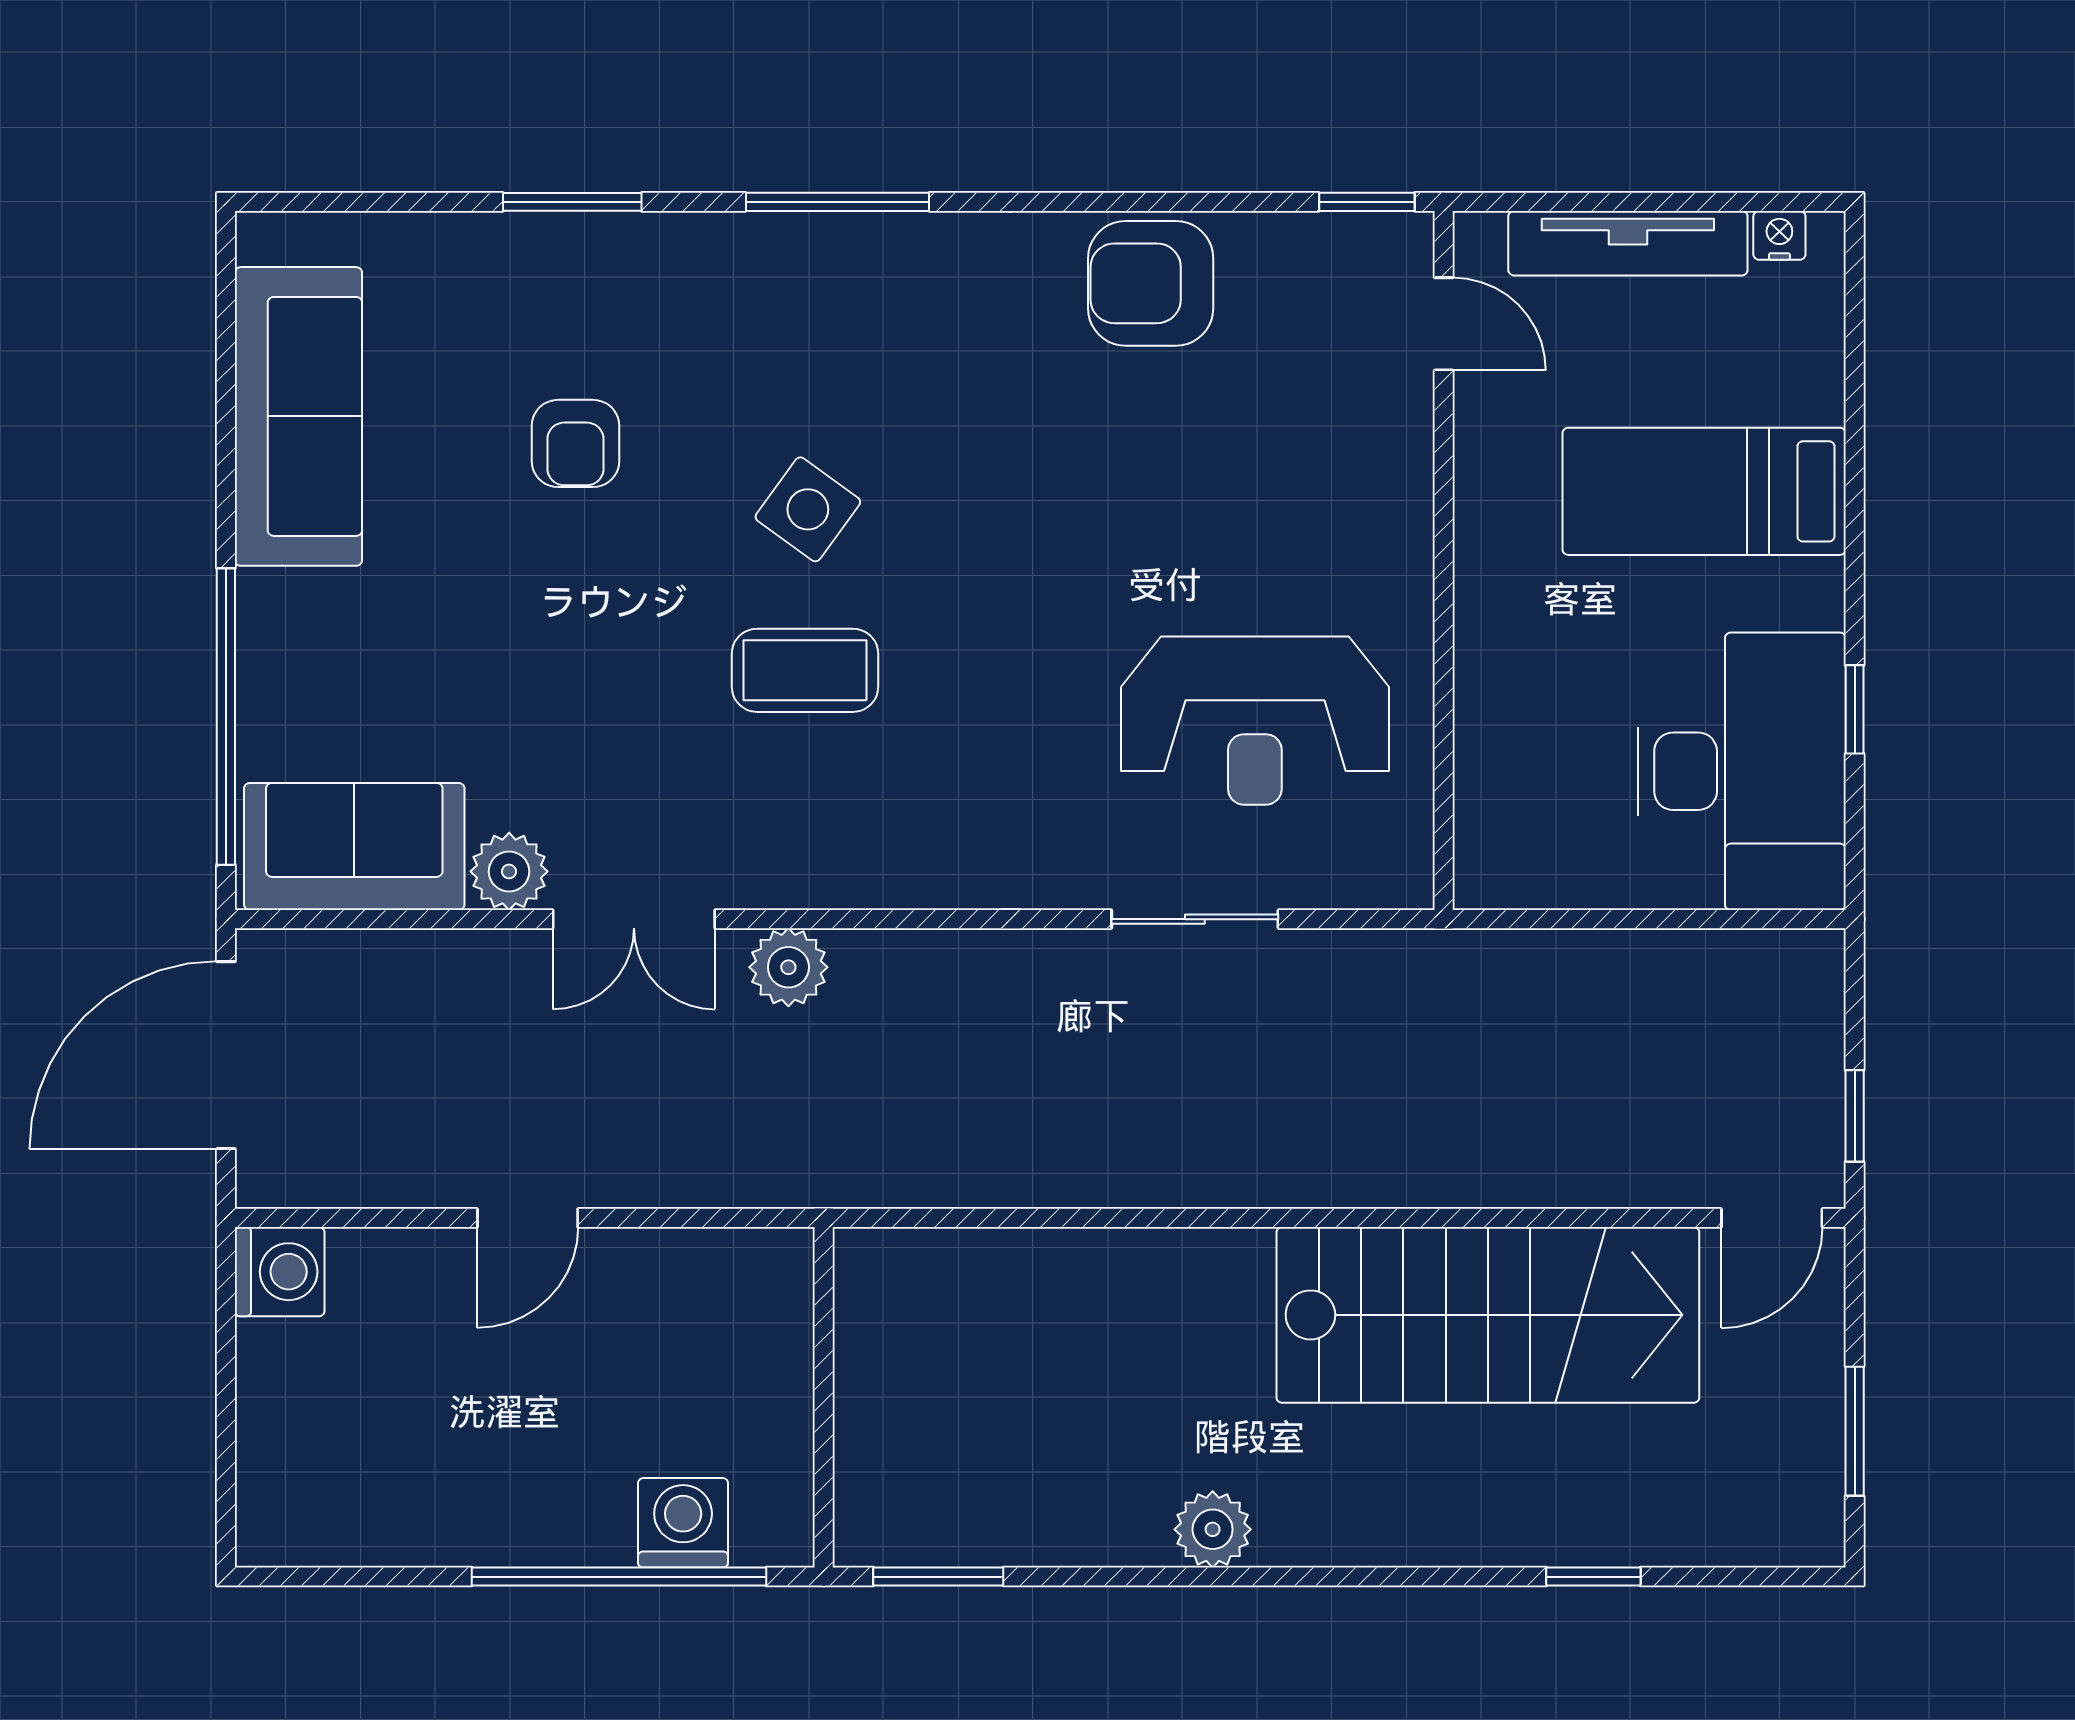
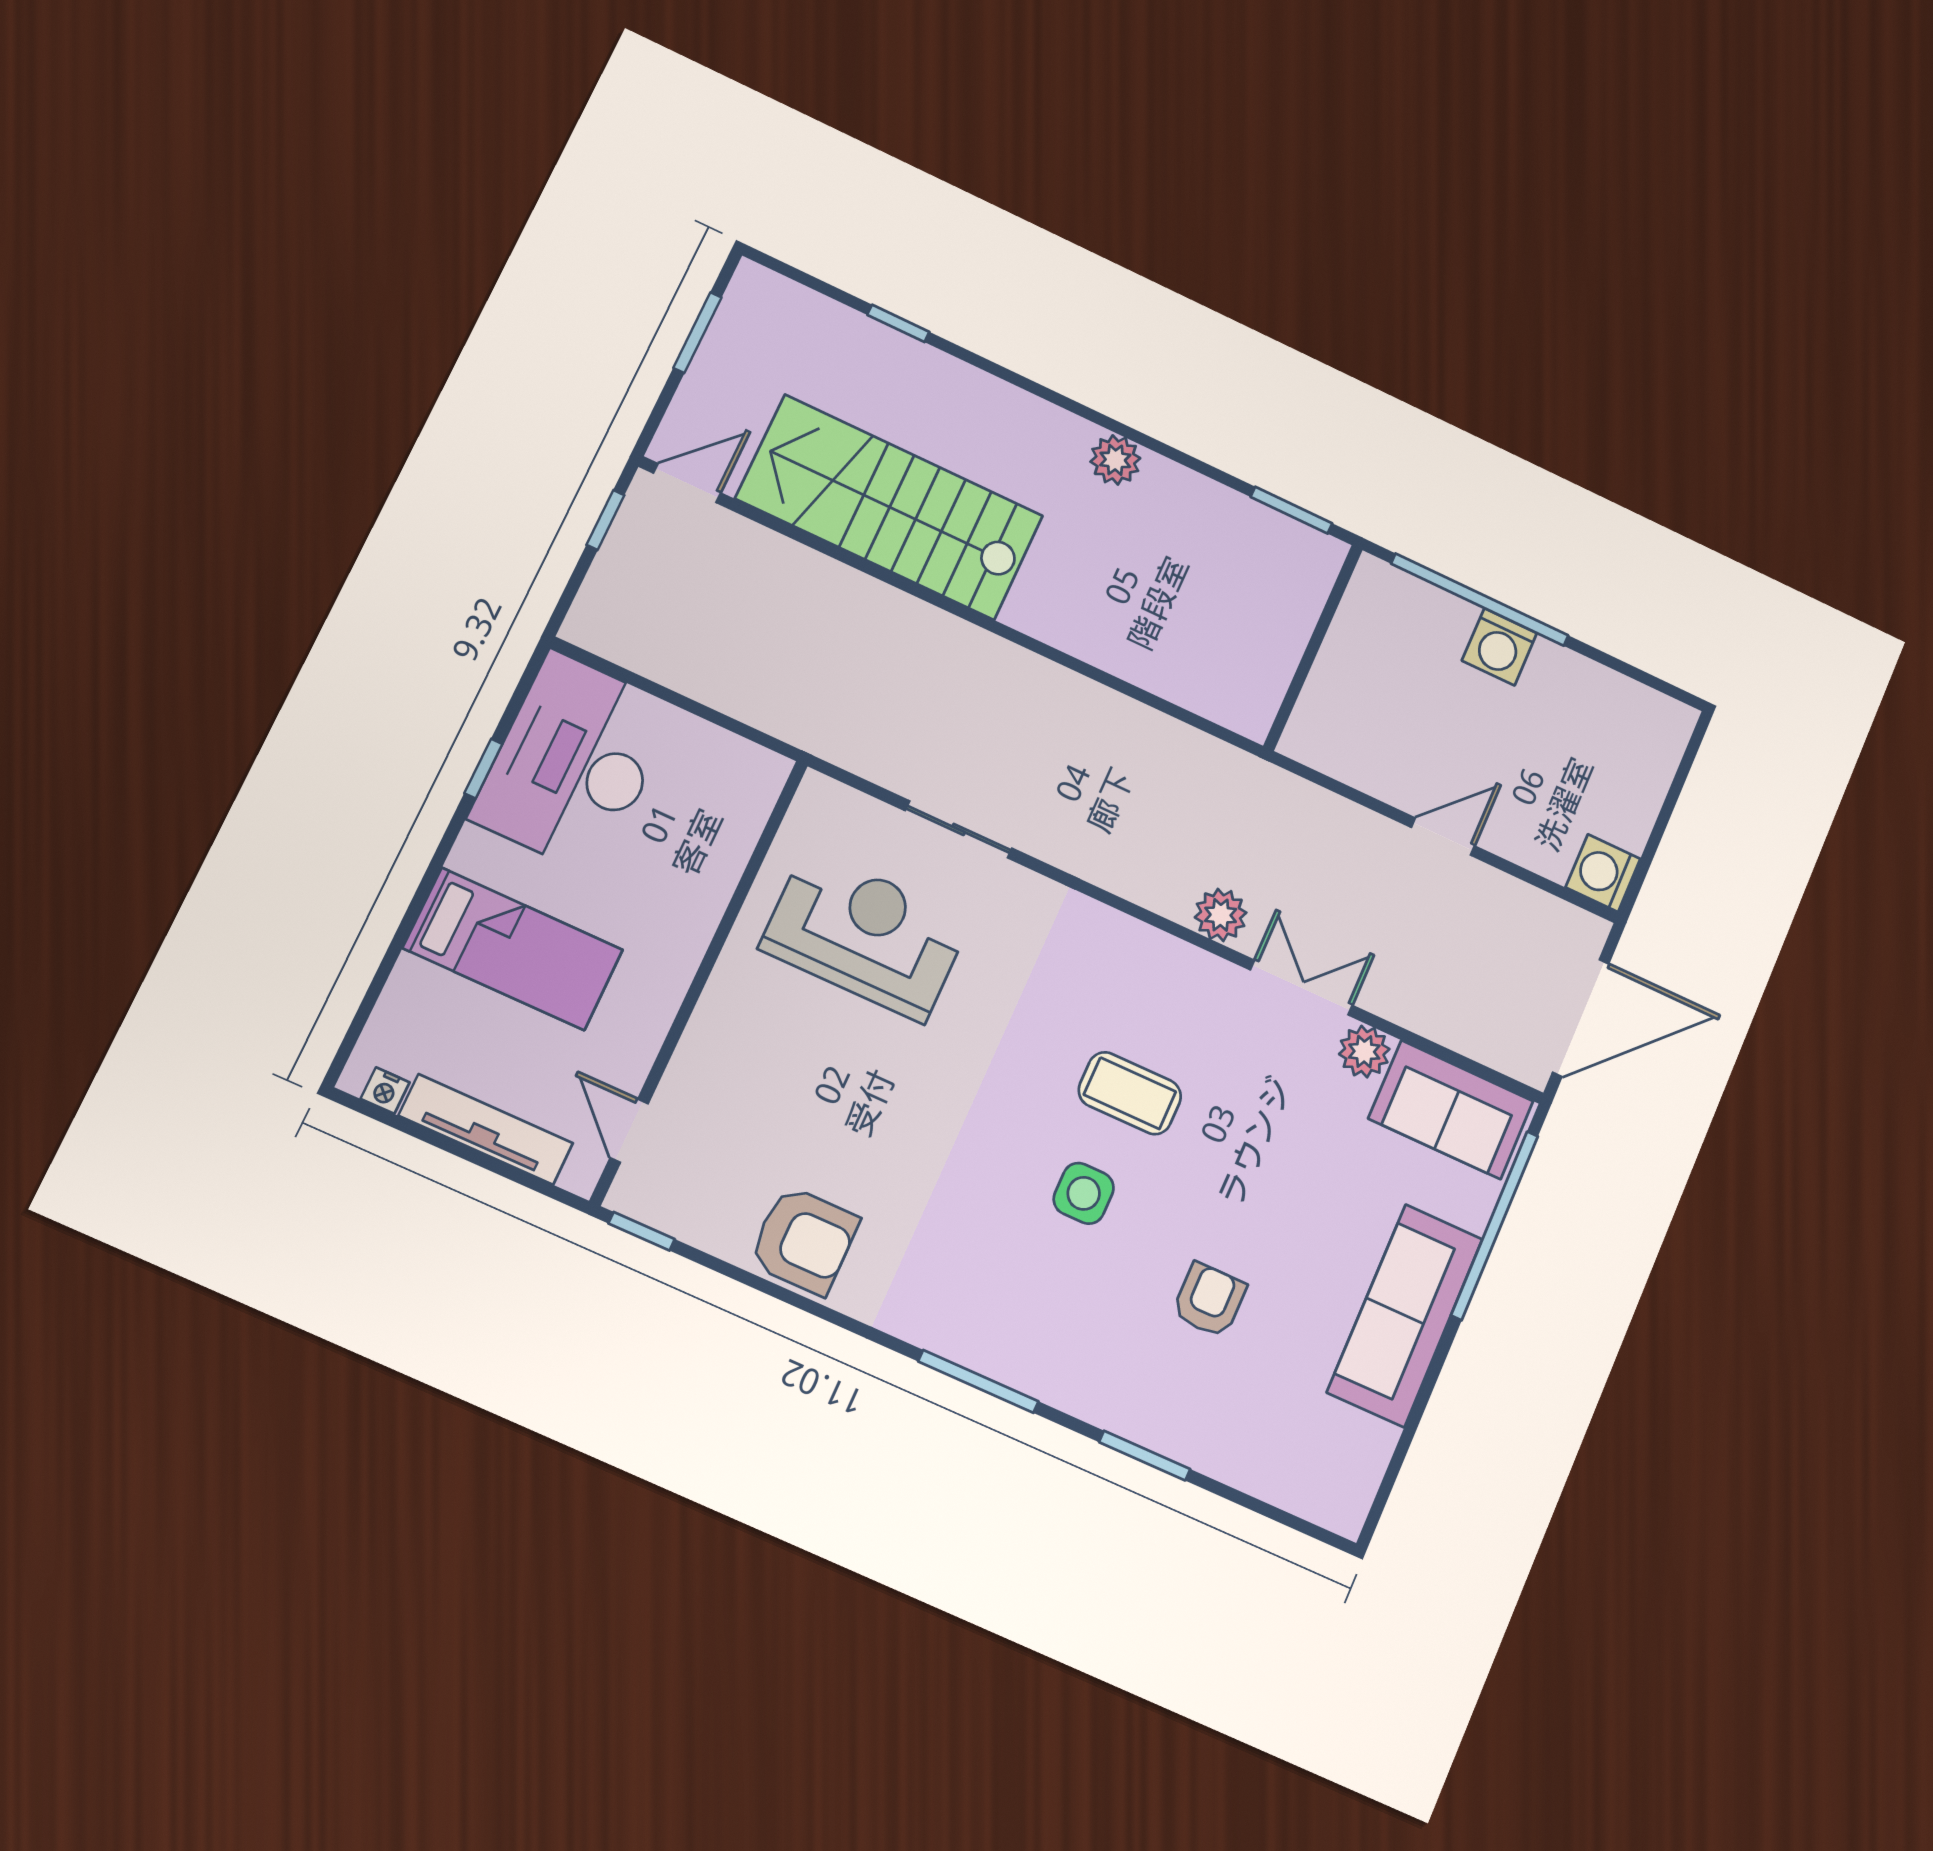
sofa: (298, 416) -> (1405, 1315), moved
side table: (808, 509) -> (1084, 1193), turned -36
washing machine: (683, 1523) -> (1499, 647), moved

